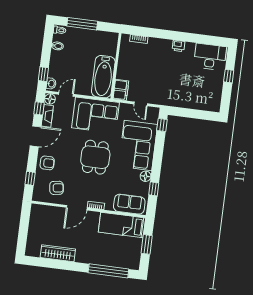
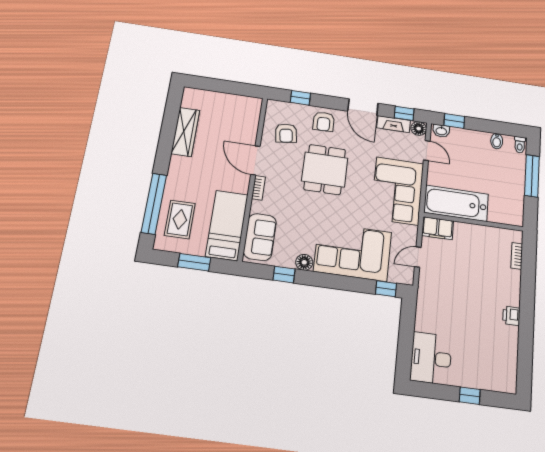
desk: (210, 57) -> (431, 358), moved, turned 180
dining table: (95, 157) -> (325, 169), moved, turned 90
rug: (119, 254) -> (180, 219), added

